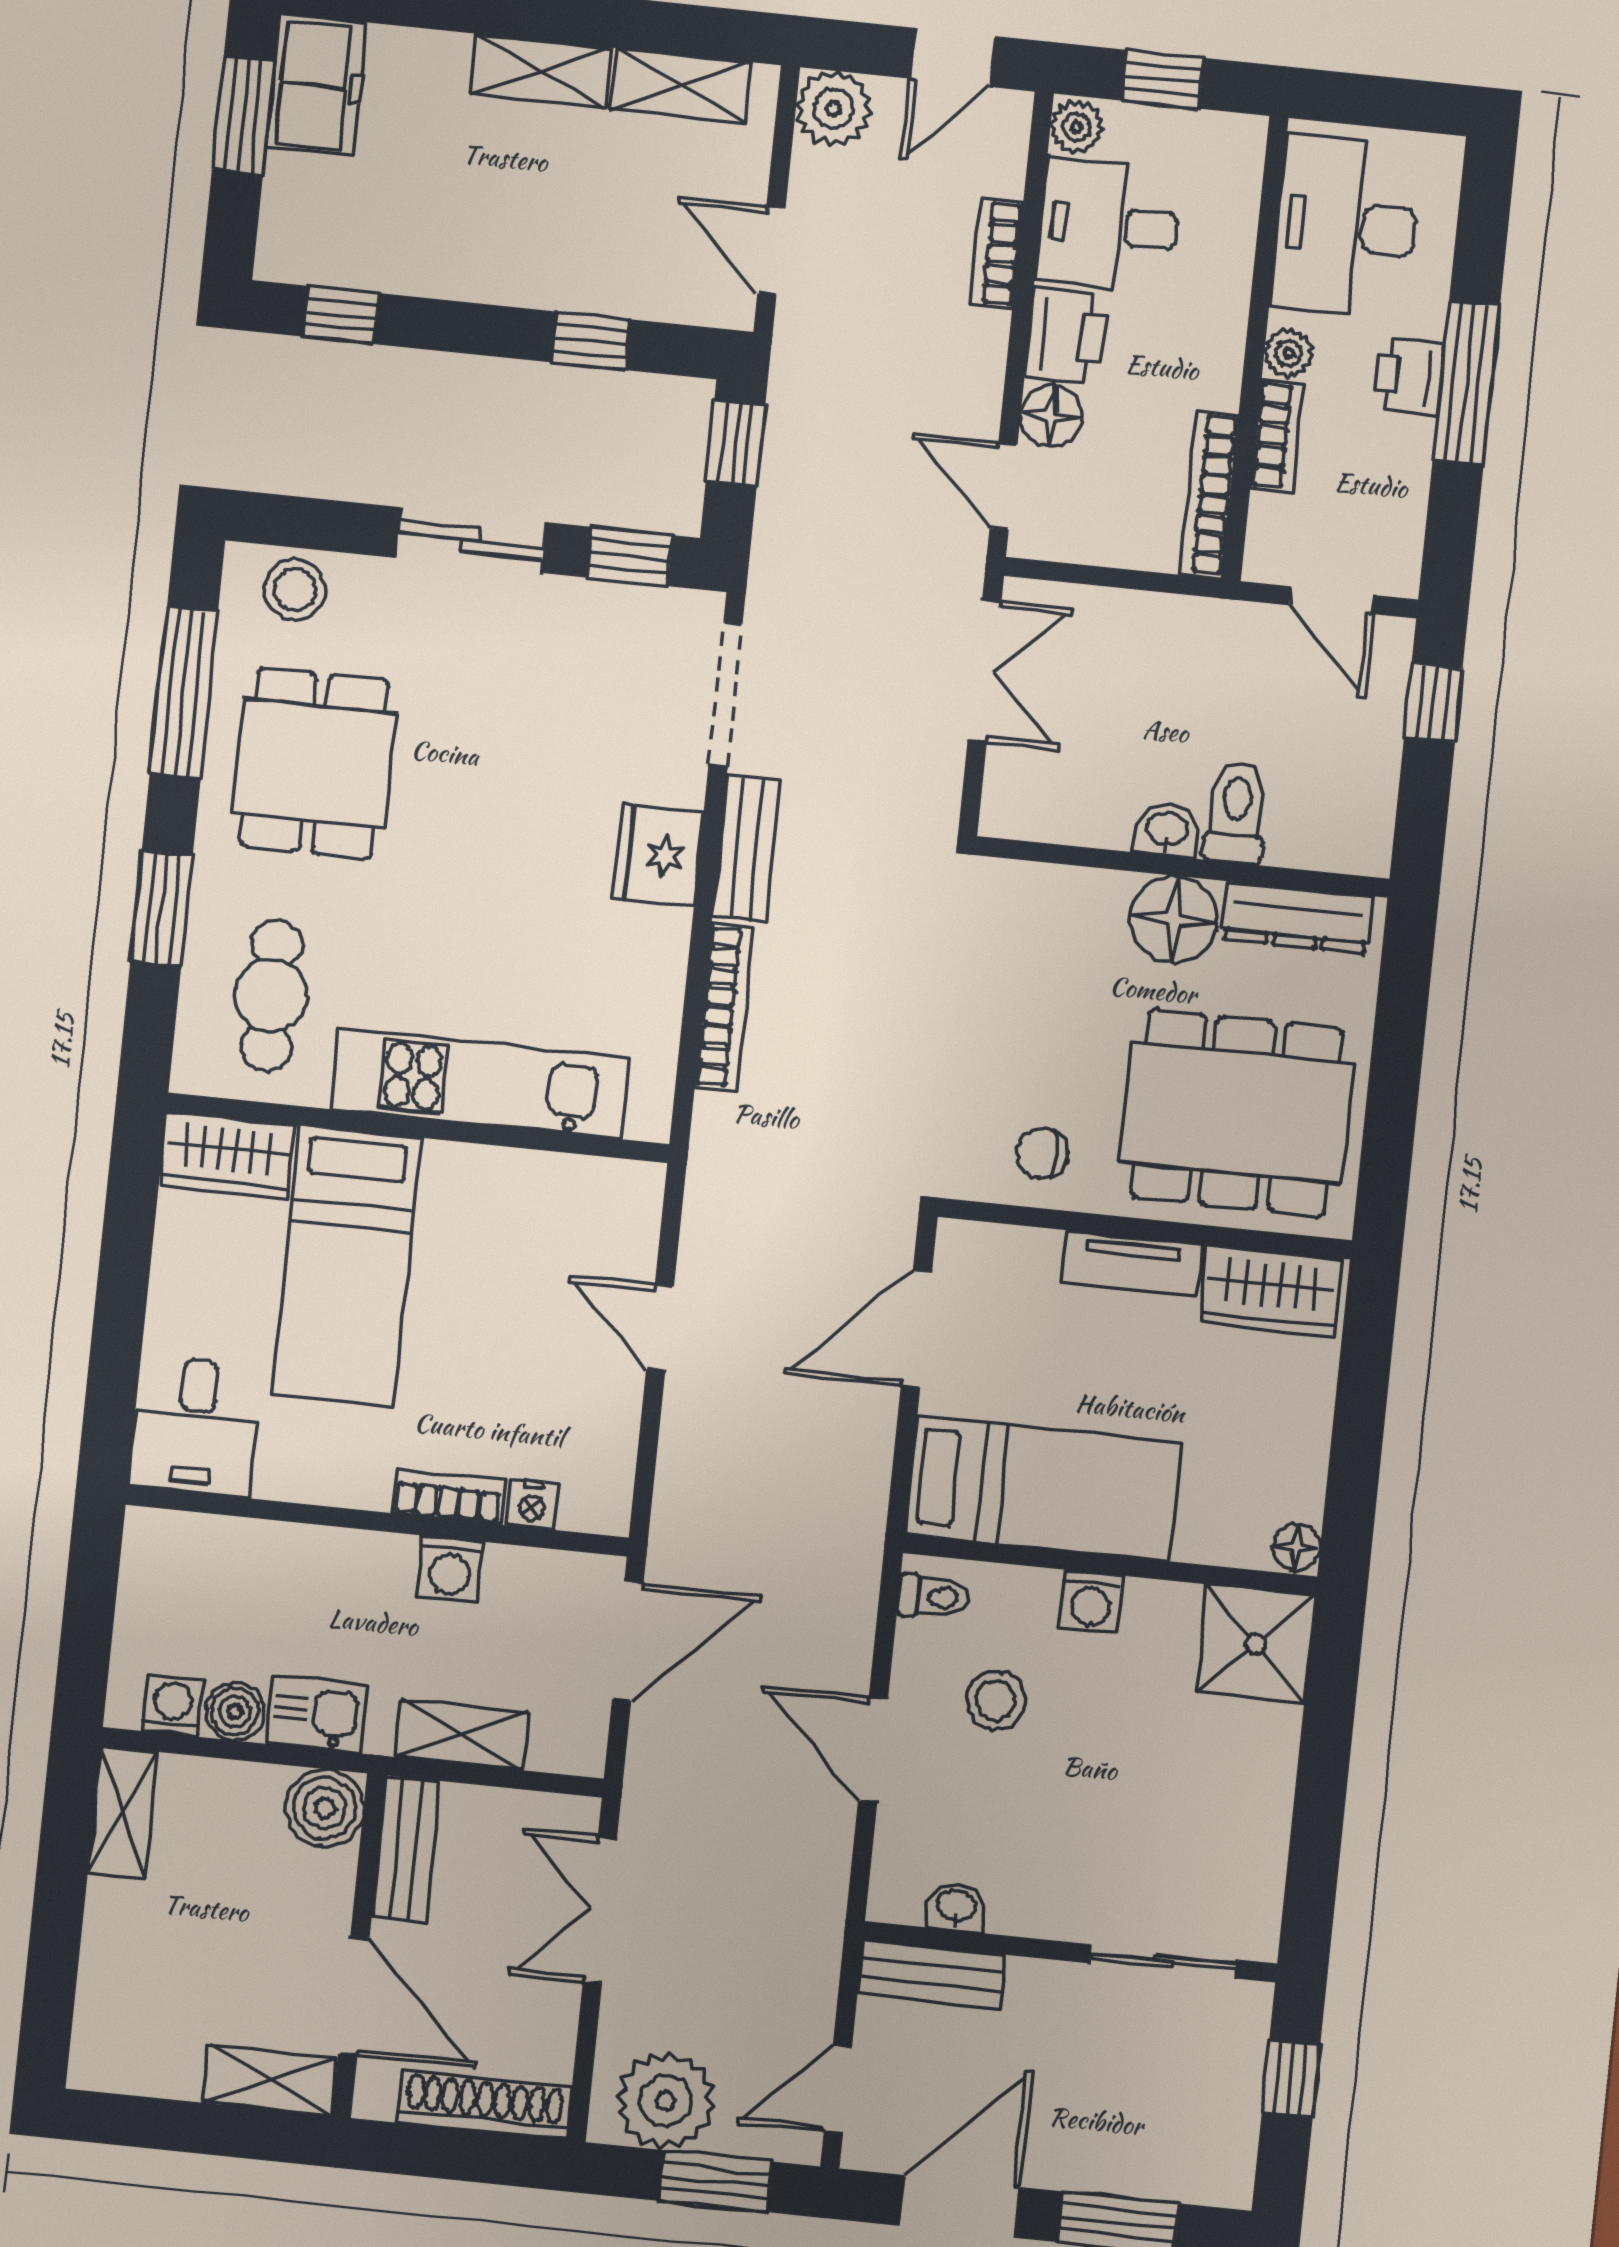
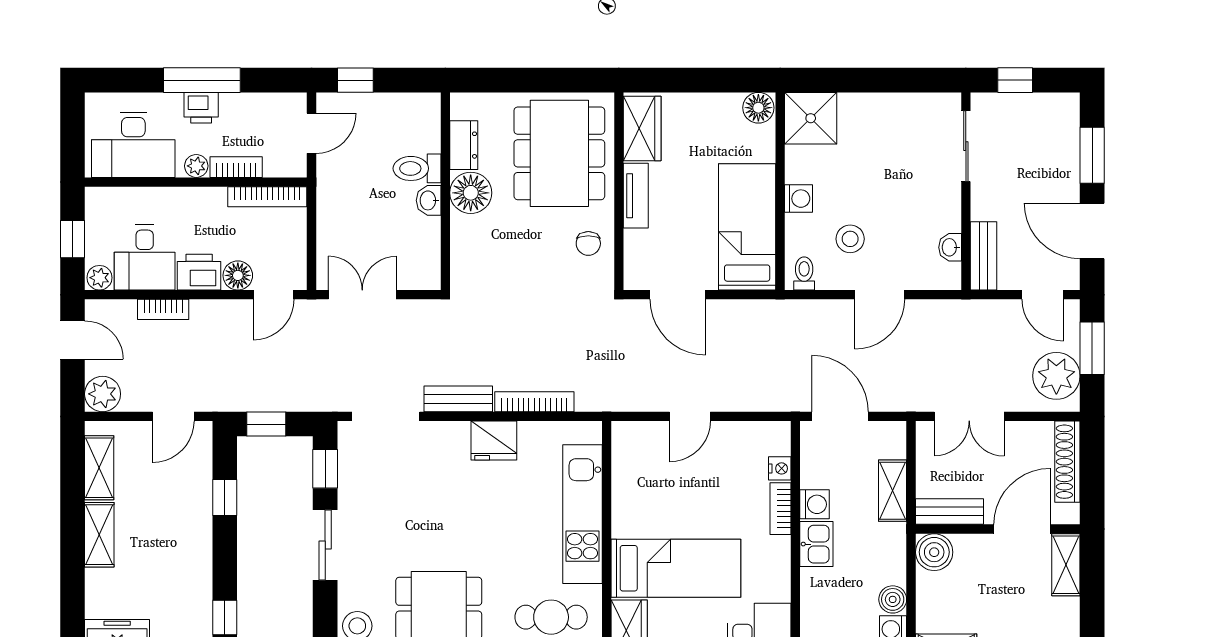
fridge: (658, 855) -> (494, 441), moved
dresser: (1297, 917) -> (464, 145), width x0.70
floor lamp: (1297, 1547) -> (758, 108), width x1.37, depth x1.37
kitchen sink: (317, 1714) -> (816, 544), moved, turned 180

